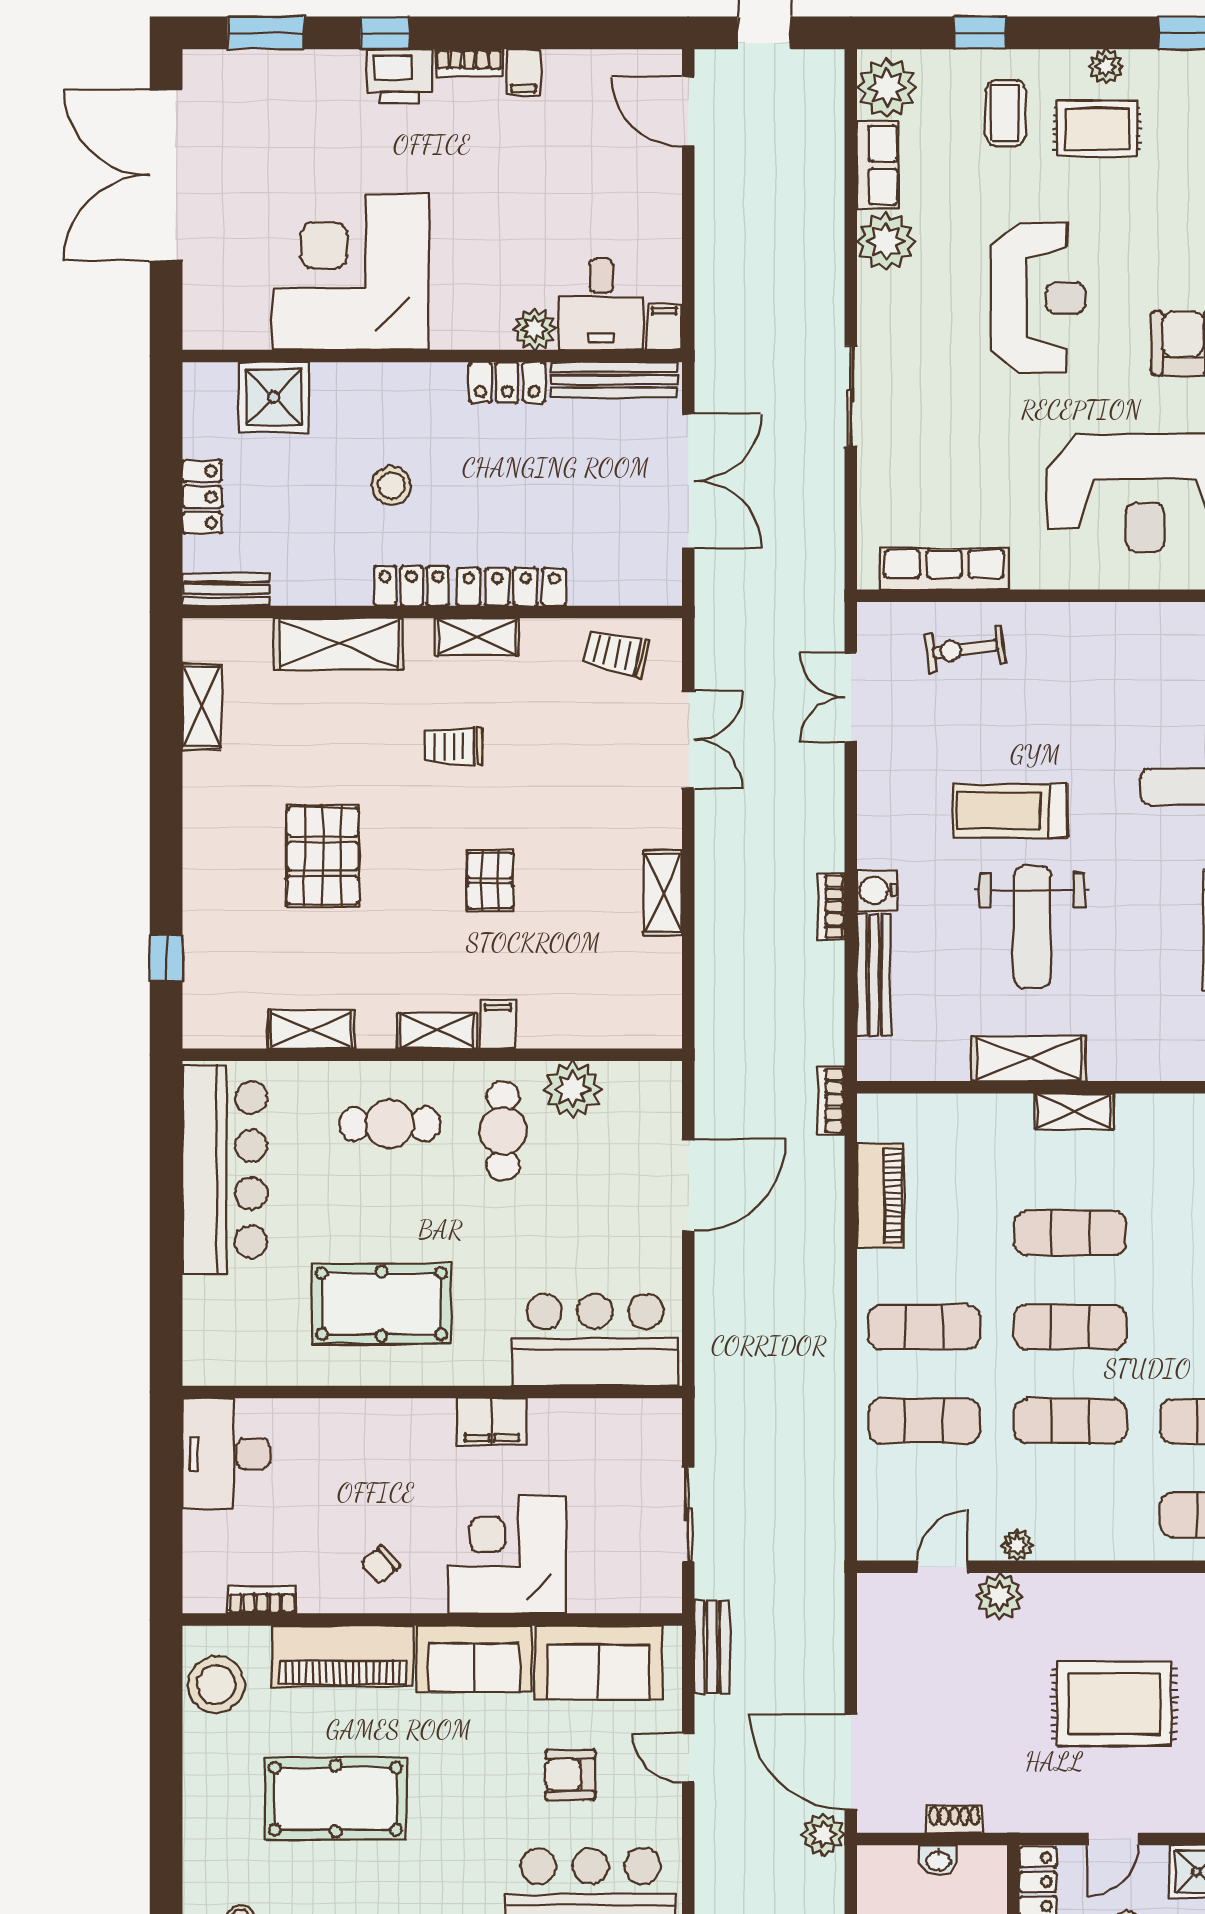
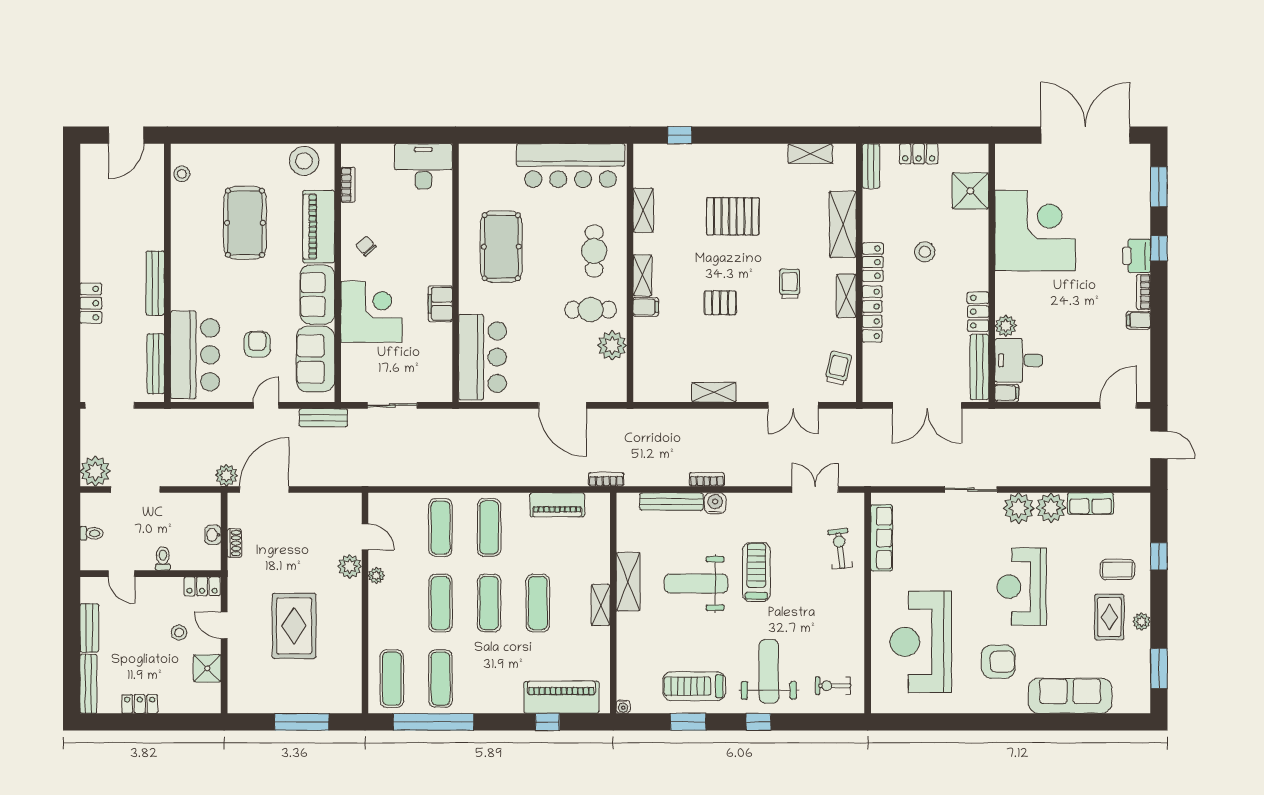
plant: (887, 88) -> (1019, 508), moved
reception desk: (1038, 298) -> (1022, 587), turned 90

